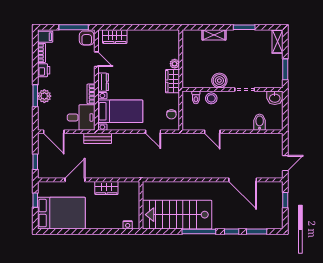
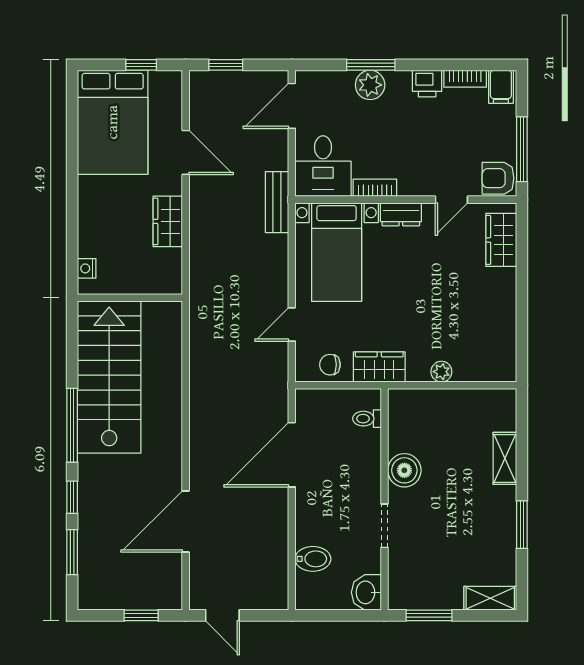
wardrobe: (172, 81) -> (379, 367), moved
stool: (211, 98) -> (365, 452), removed
door: (212, 132) -> (292, 455), width x1.88

